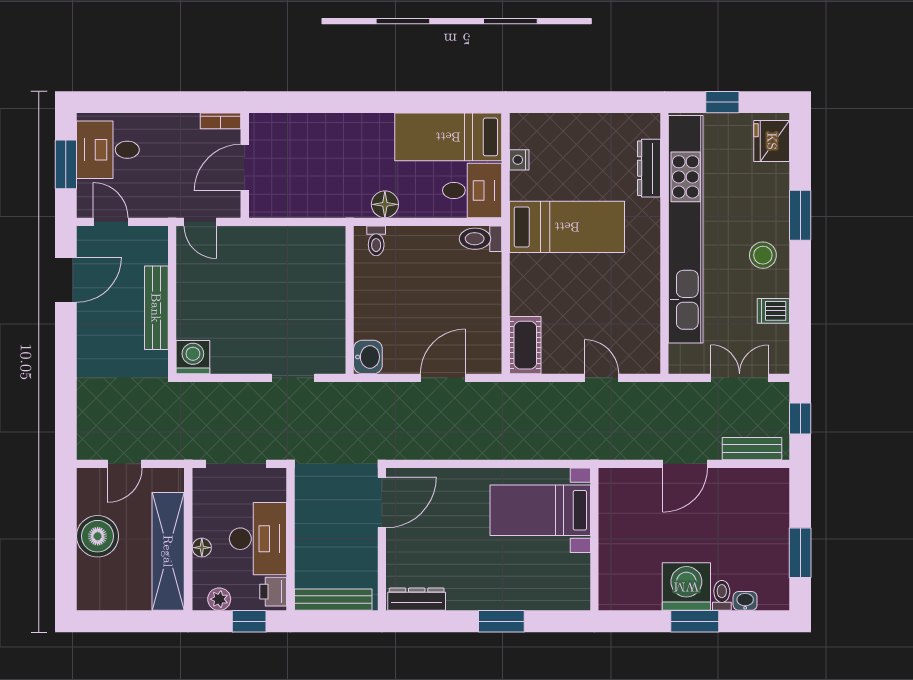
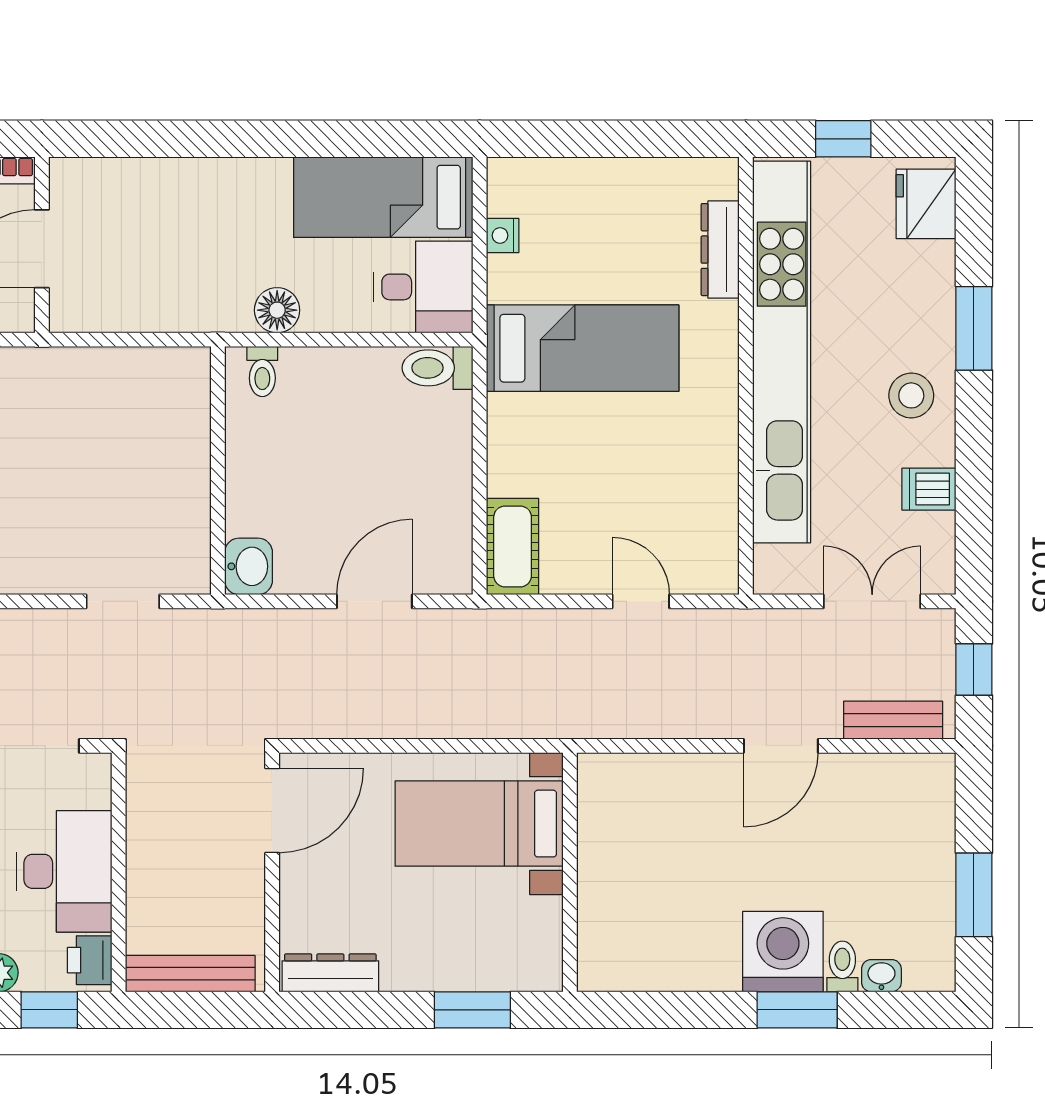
bed with nightstands: (540, 510) -> (479, 824), moved
wall: (594, 539) -> (570, 872), moved

